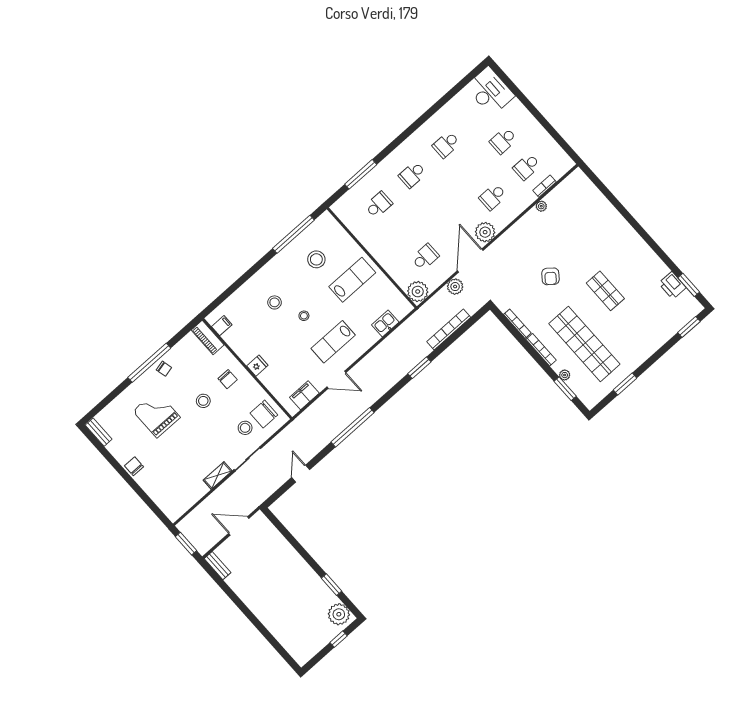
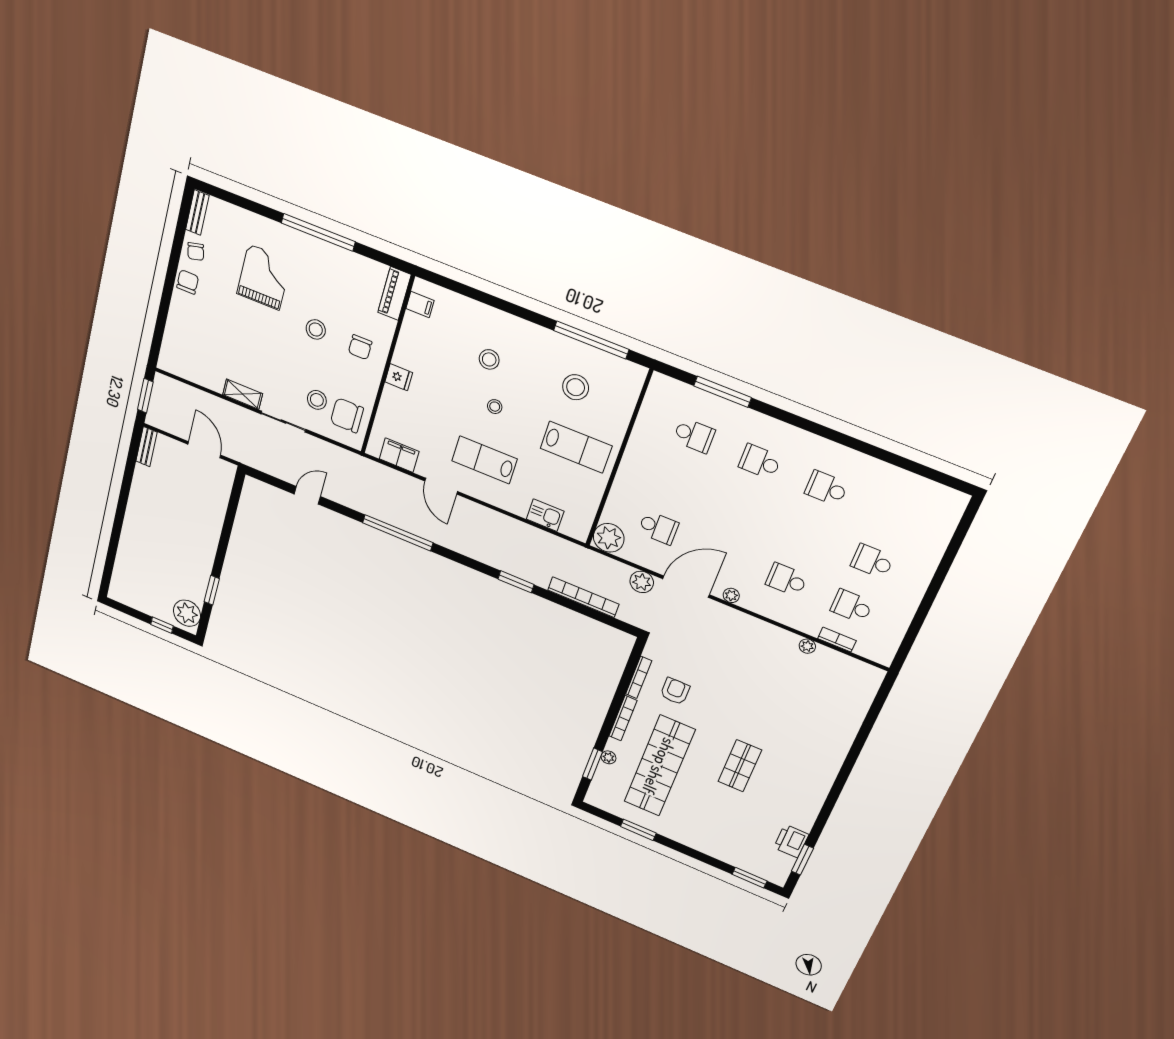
desk: (490, 91) -> (934, 514), removed
plant: (485, 232) -> (731, 595), width x0.53, depth x0.53
armchair: (550, 276) -> (675, 691), moved, turned 142
chair: (164, 369) -> (196, 251), moved

